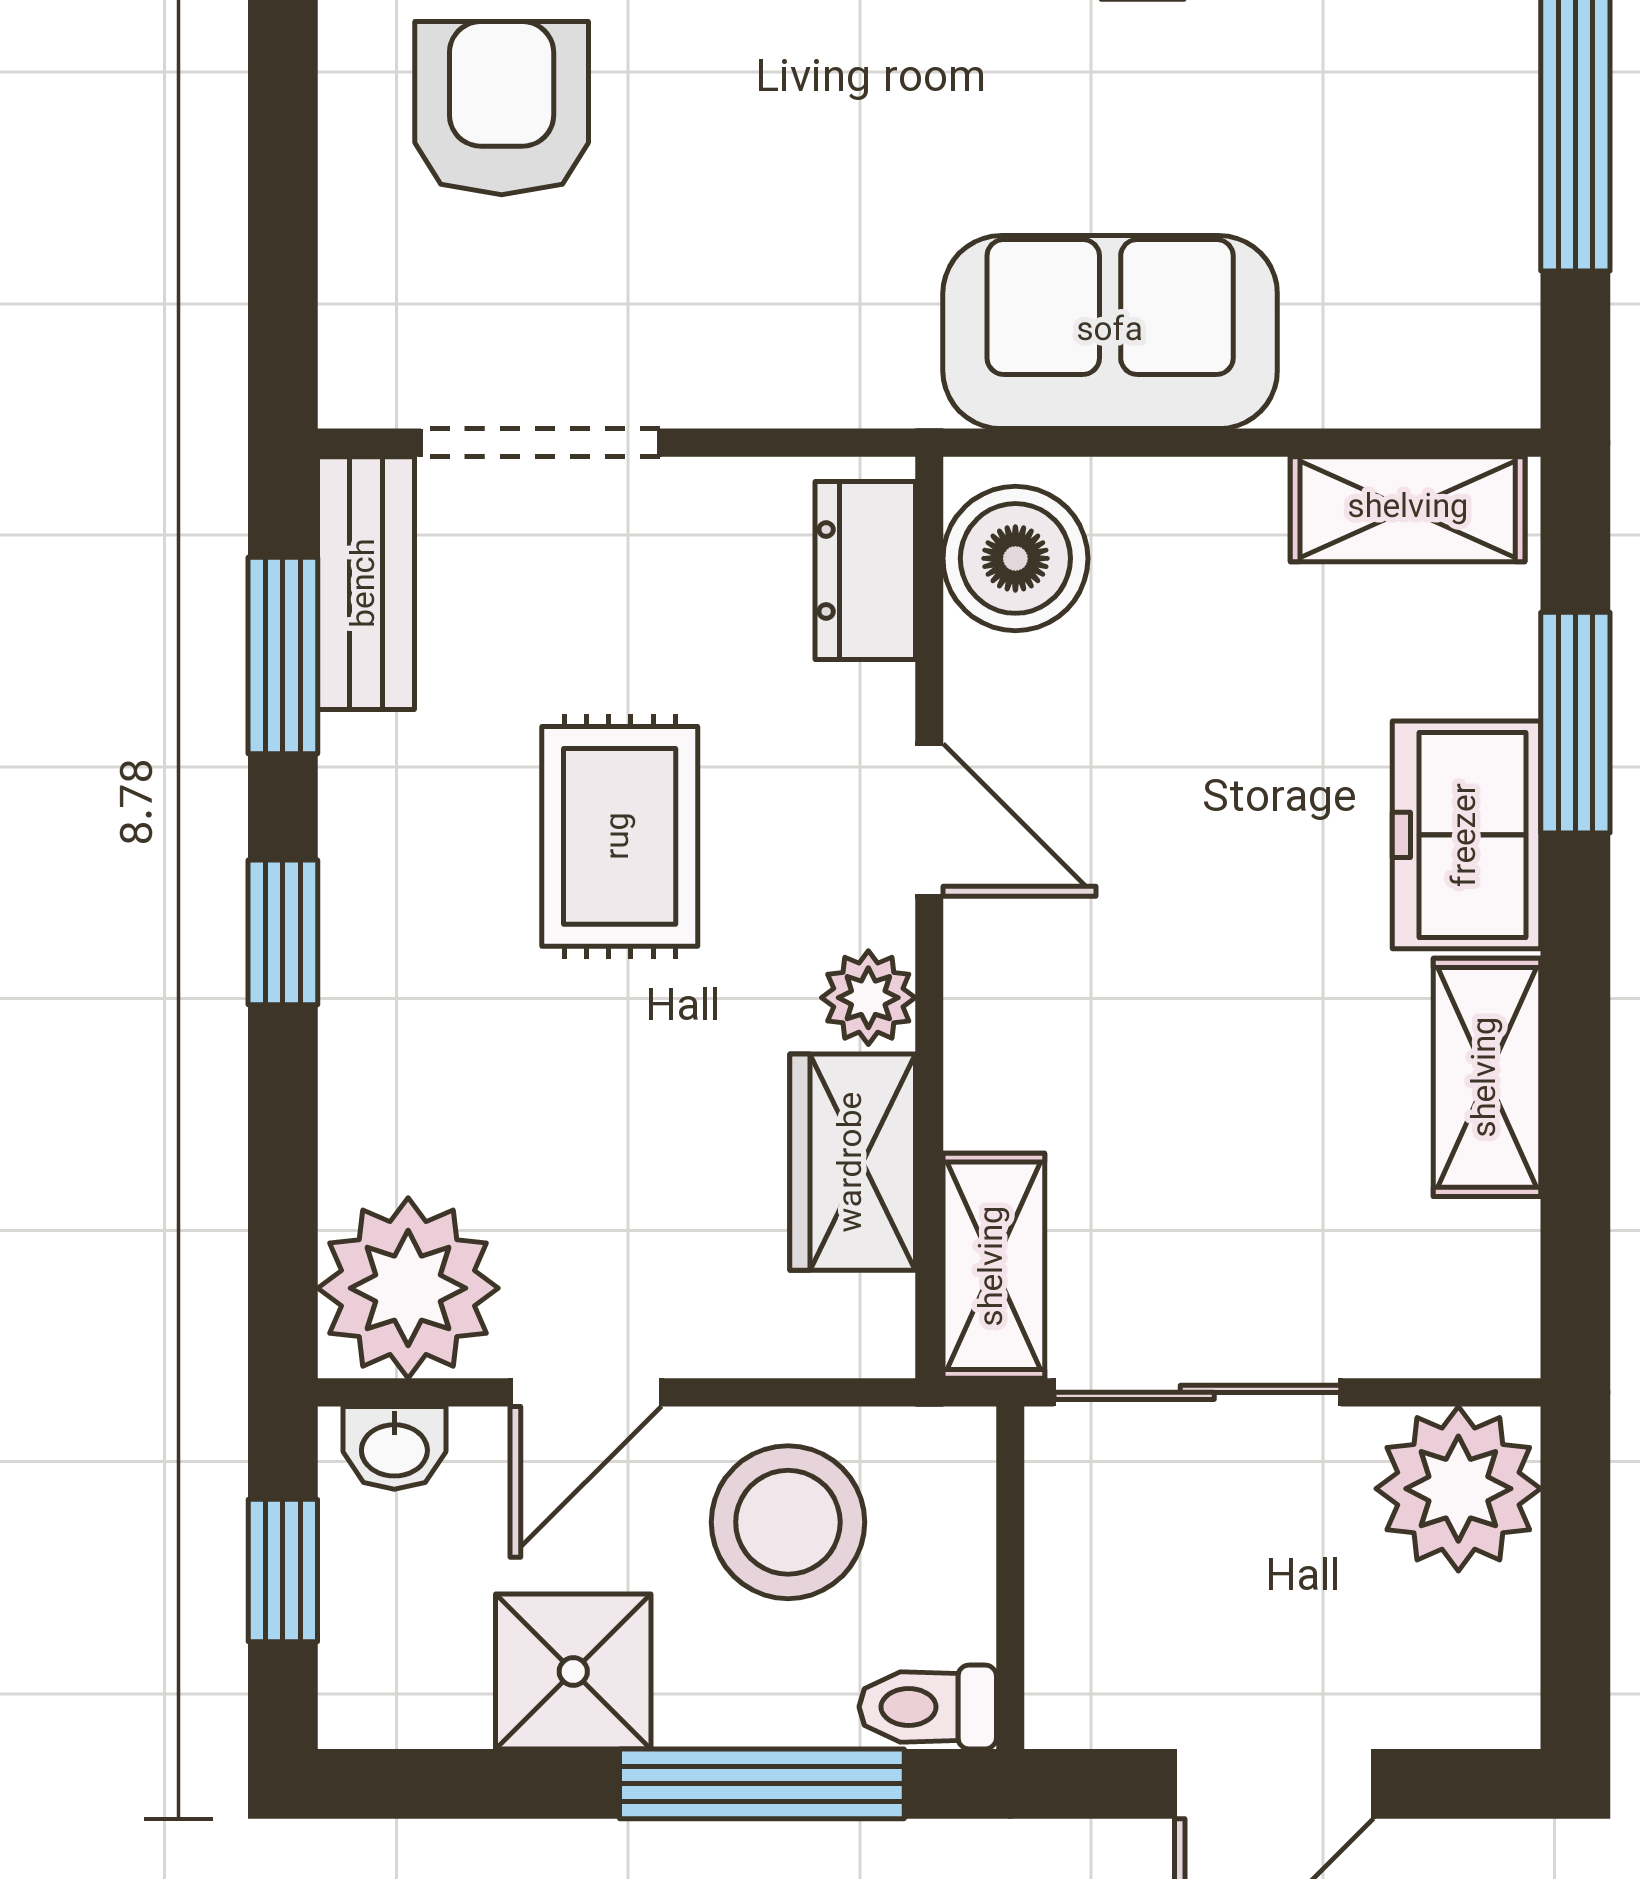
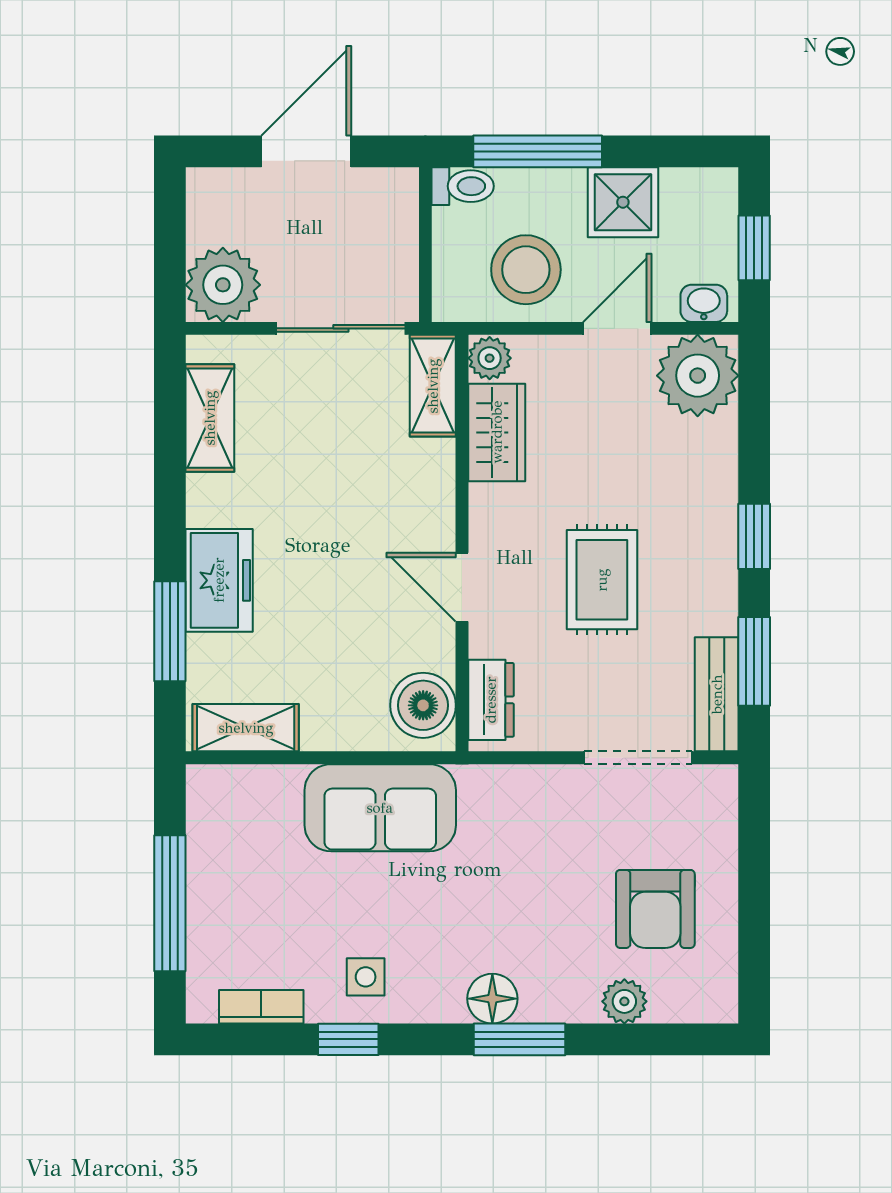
plant: (868, 998) -> (490, 358), moved
shelving: (1487, 1077) -> (210, 418), moved

